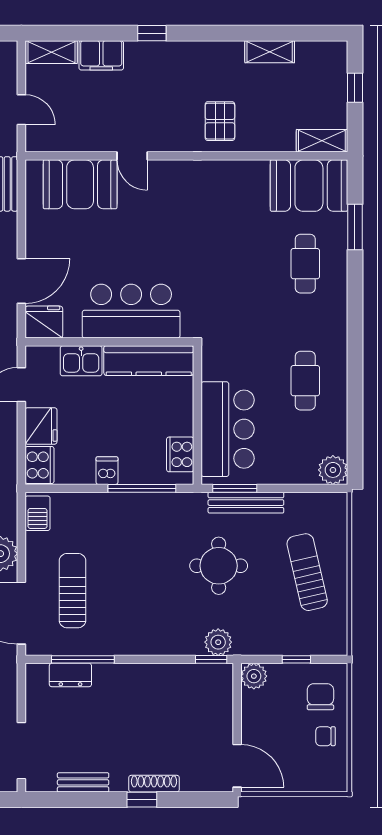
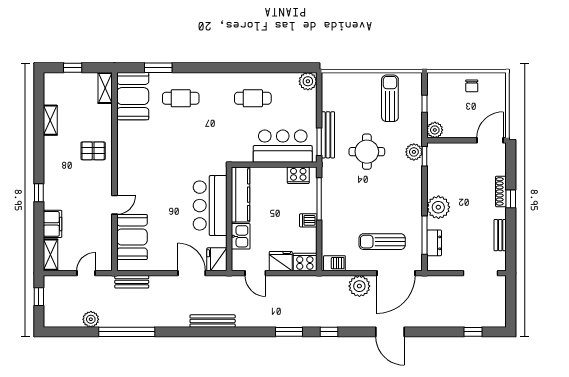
sun lounger: (307, 572) -> (390, 98), moved, turned 103
plant: (128, 682) -> (438, 207), added
chair: (320, 697) -> (447, 89), removed

